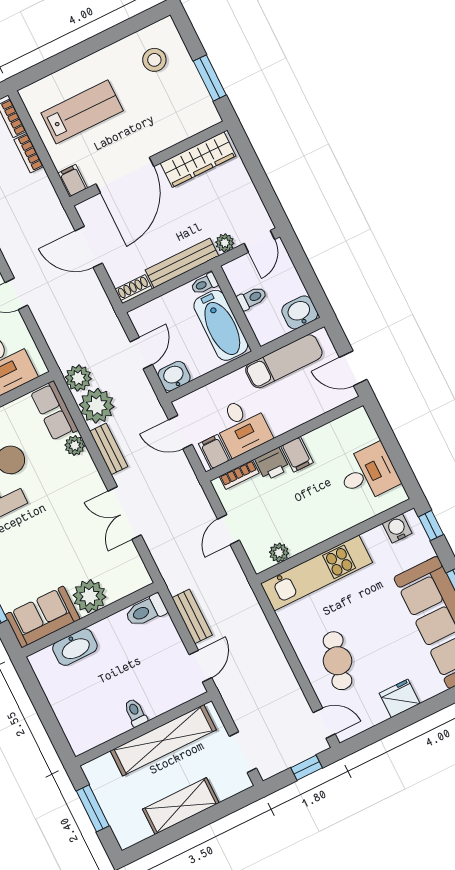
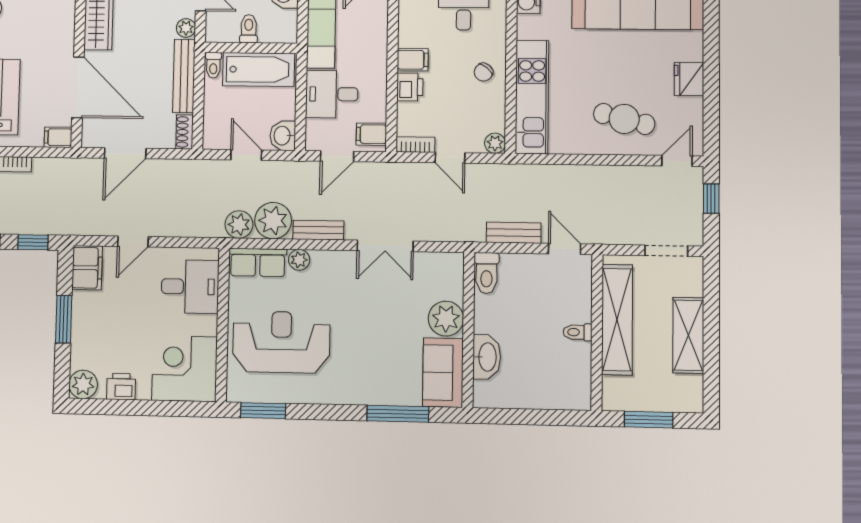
desk: (242, 426) -> (332, 94), moved, turned 180
bookcase: (239, 475) -> (415, 145), moved, turned -90
chair: (317, 521) -> (483, 72), added
plant: (279, 553) -> (495, 143), moved

